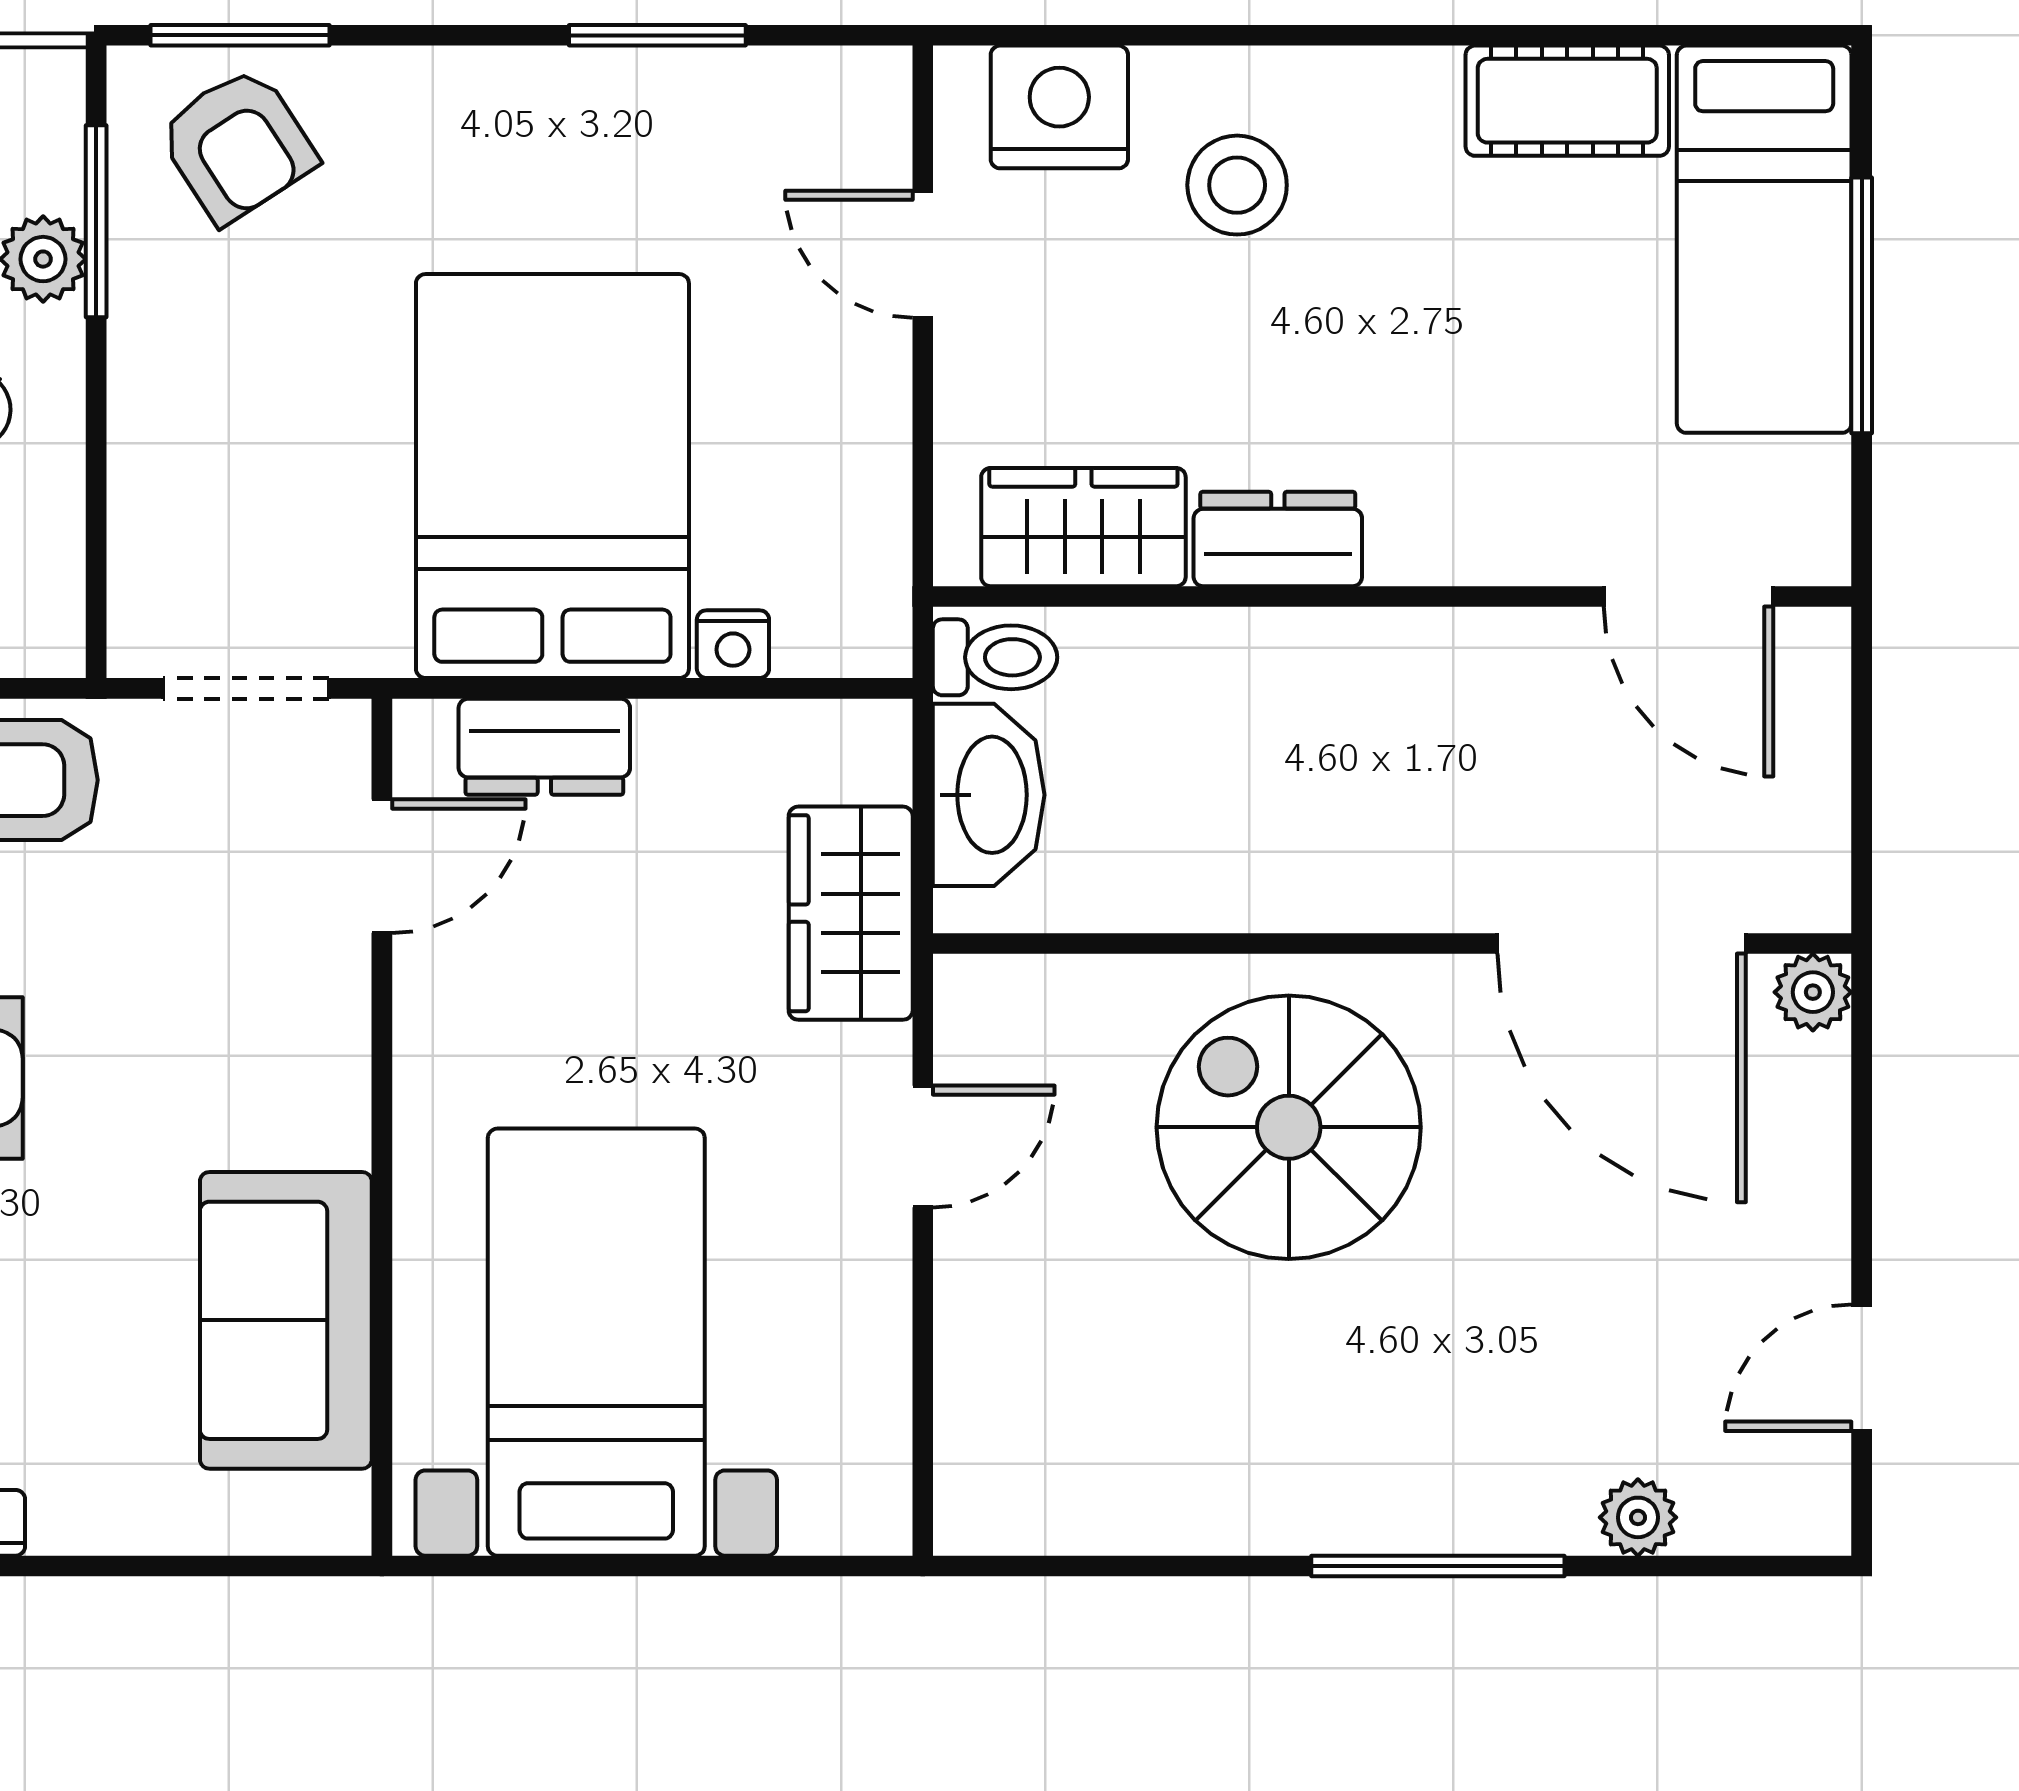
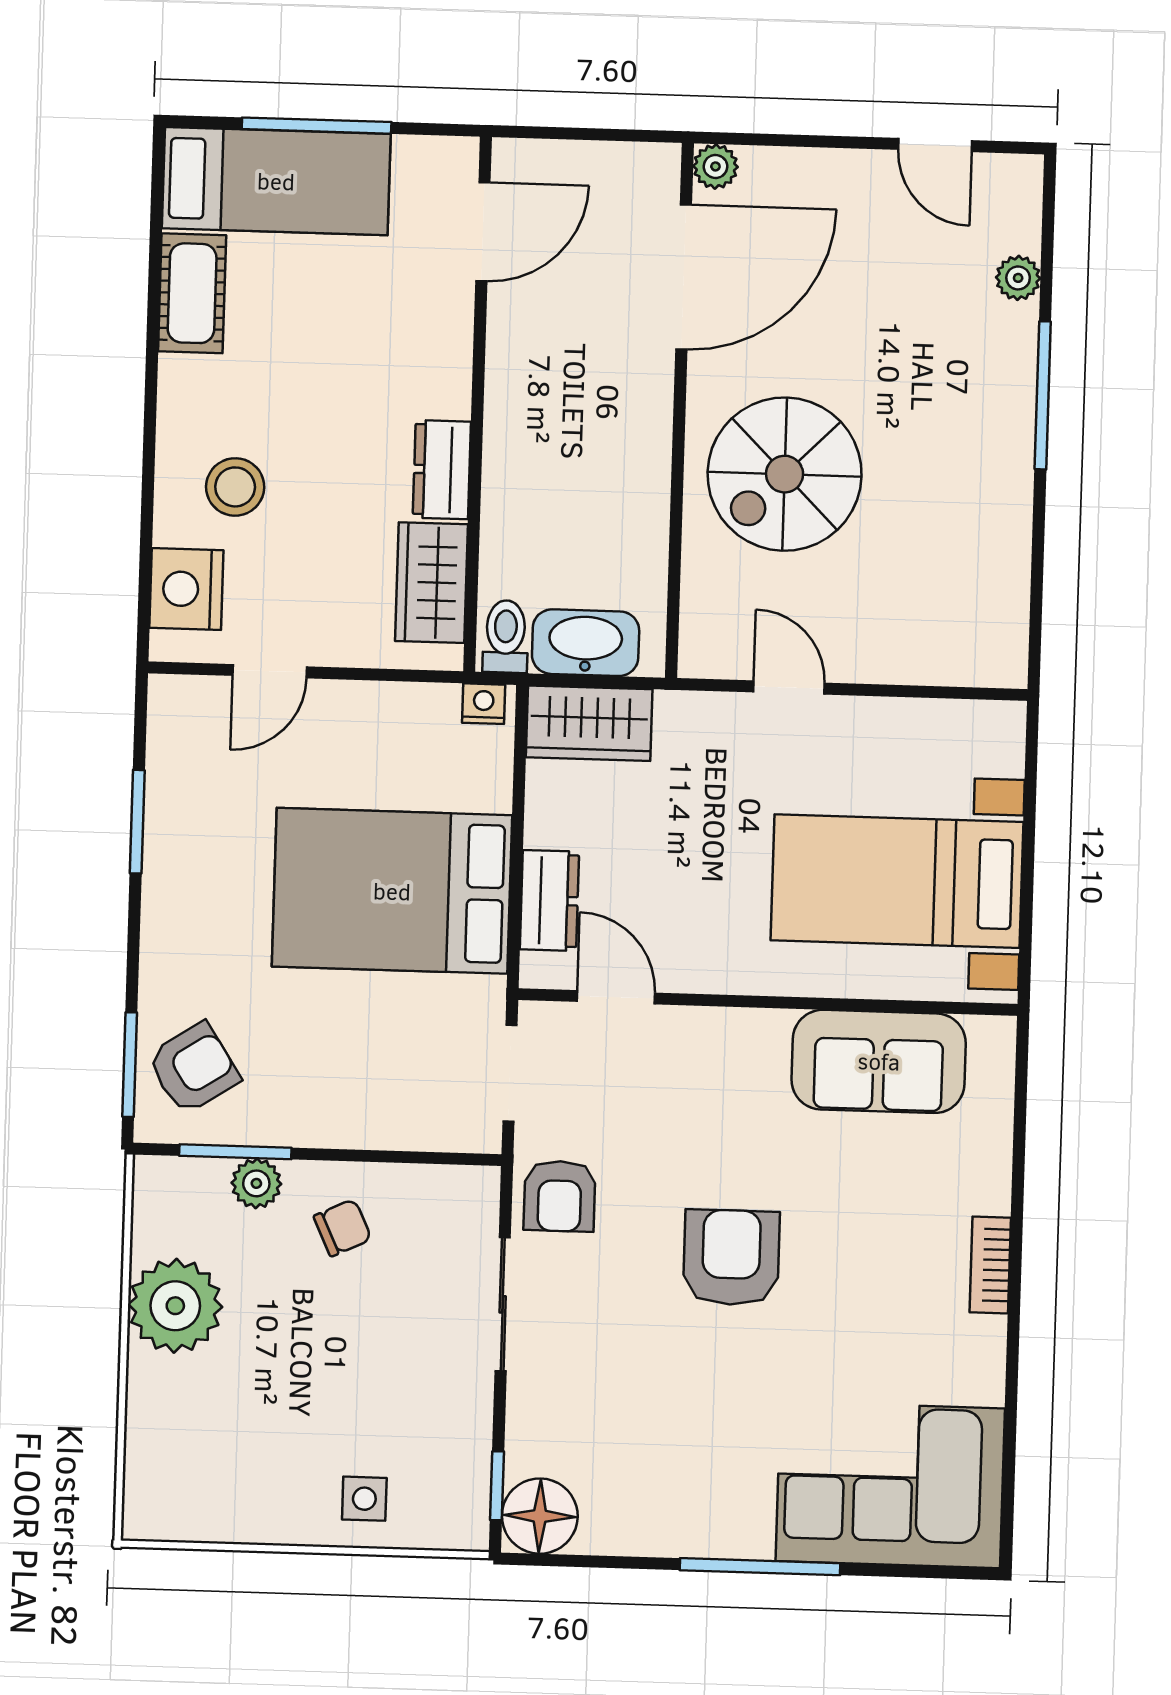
nightstand: (733, 644) -> (484, 704), moved, turned -90
wardrobe: (851, 913) -> (589, 723), moved

